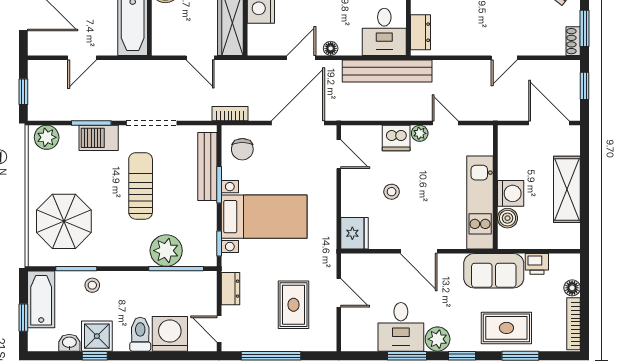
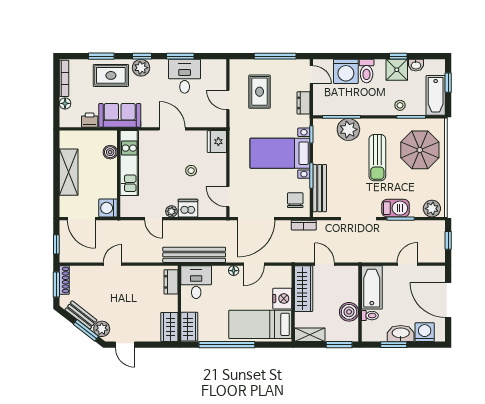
shoe rack: (573, 41) -> (64, 280), width x1.43
sun lounger: (141, 186) -> (377, 158), moved
washing machine: (511, 193) -> (108, 208), moved
plant: (438, 339) -> (141, 68), moved

